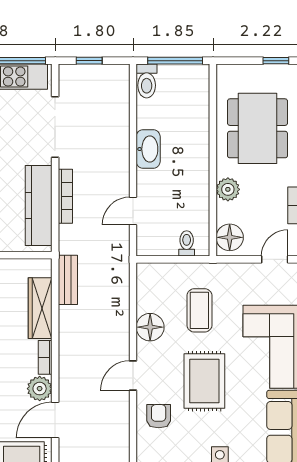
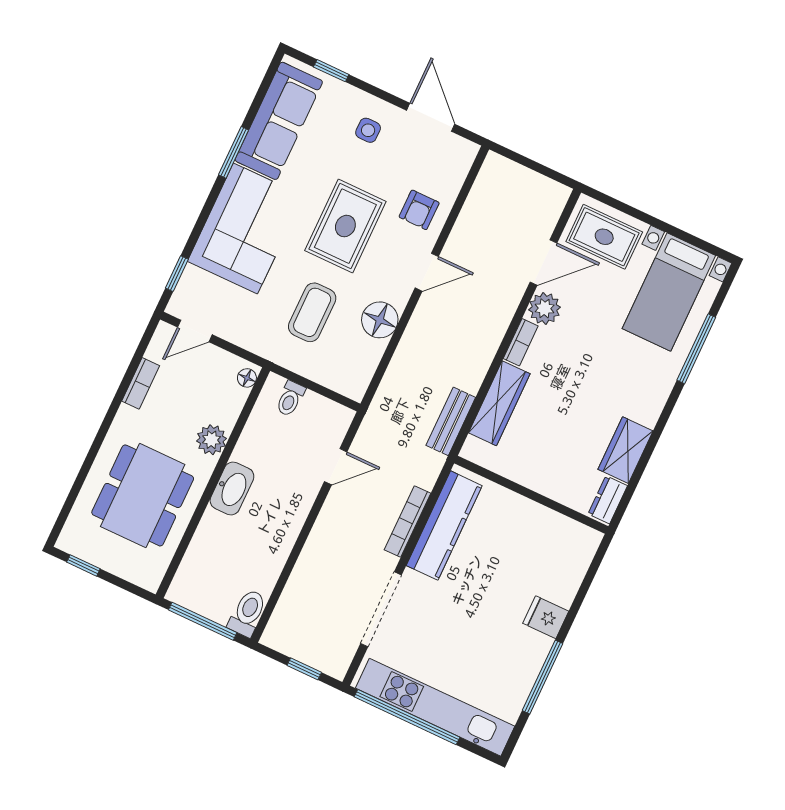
washbasin: (148, 149) -> (232, 488), moved, turned 180
floor lamp: (230, 237) -> (247, 378), width x0.53, depth x0.53

